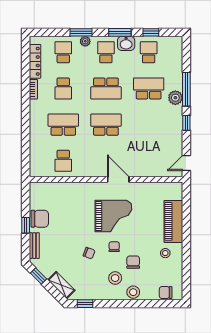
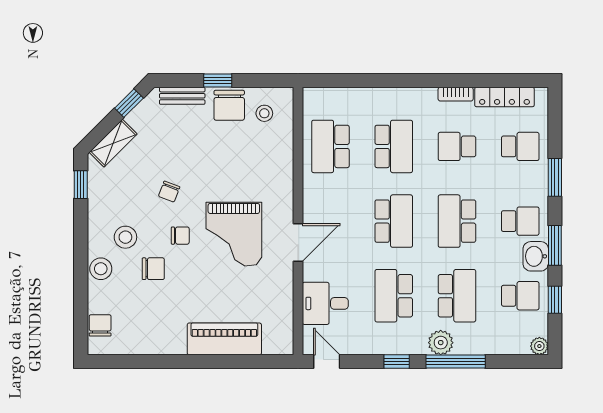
plant: (85, 41) -> (539, 346), moved
school desk: (149, 125) -> (394, 296), added
school desk: (63, 161) -> (330, 146), width x1.85
desk: (153, 164) -> (325, 303), added
stool: (165, 253) -> (264, 113), moved

